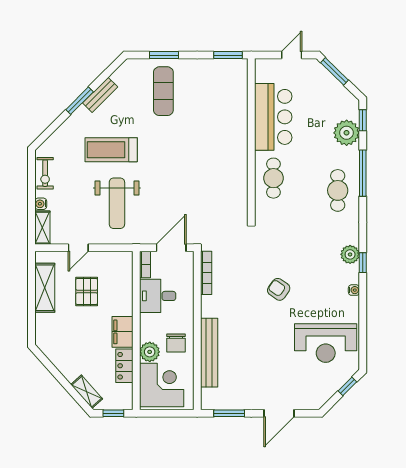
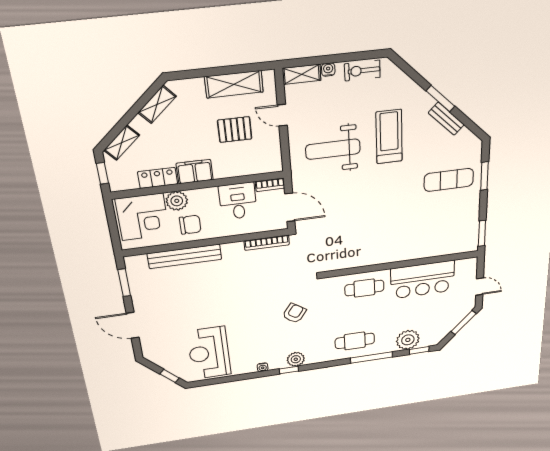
armchair: (279, 289) -> (294, 313), moved
chair: (176, 343) -> (190, 225), turned 180
shelving: (55, 356) -> (157, 104), added

